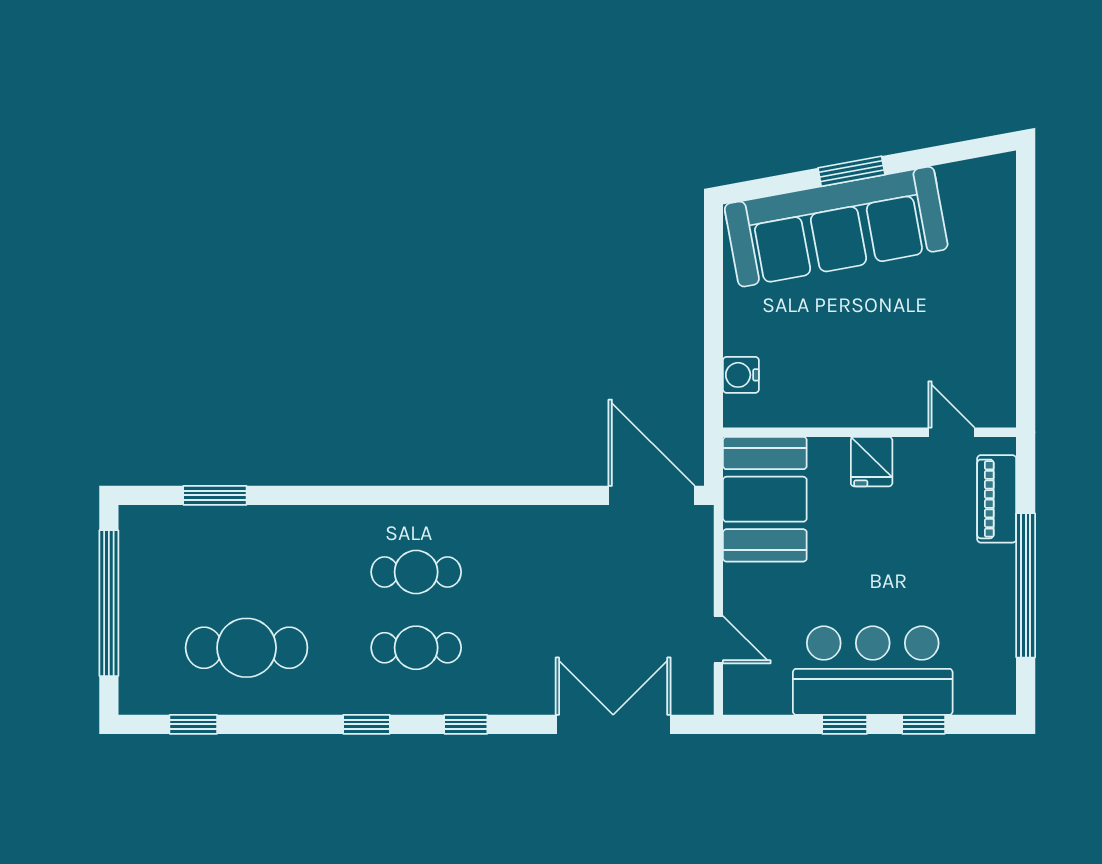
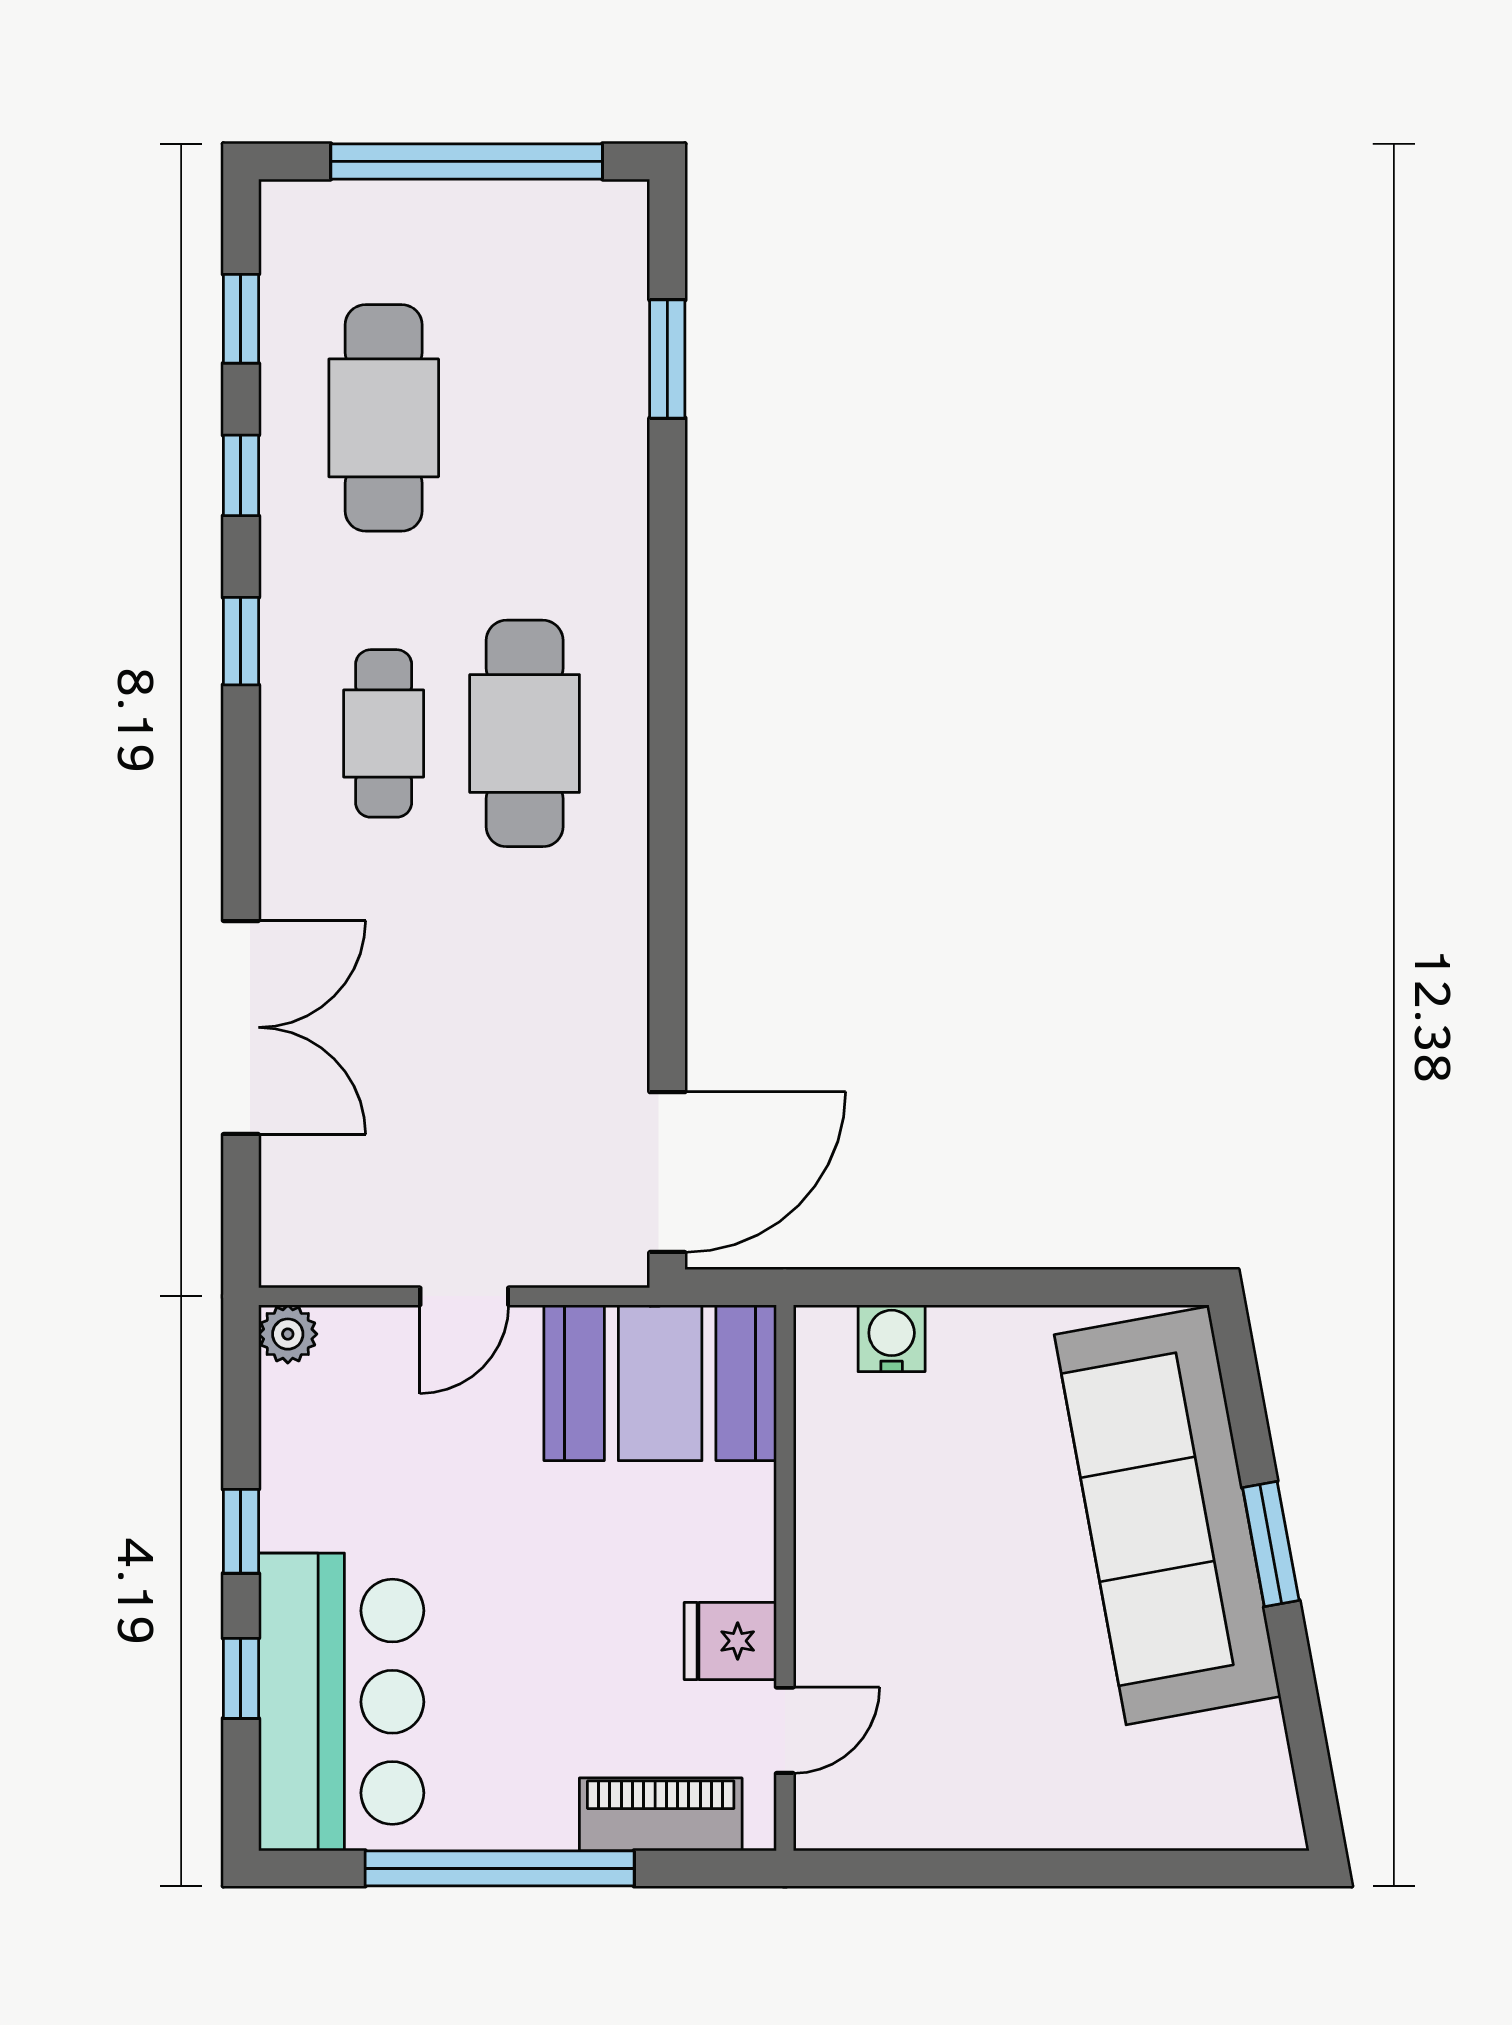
fridge: (872, 462) -> (730, 1641), moved
cafe table: (416, 572) -> (525, 733), width x1.37, depth x1.35
door: (718, 640) -> (464, 1296), moved
bar counter: (873, 671) -> (341, 1702), moved
plant: (739, 699) -> (288, 1334), added
window: (466, 724) -> (241, 475), moved
double door: (613, 724) -> (241, 1027), moved

